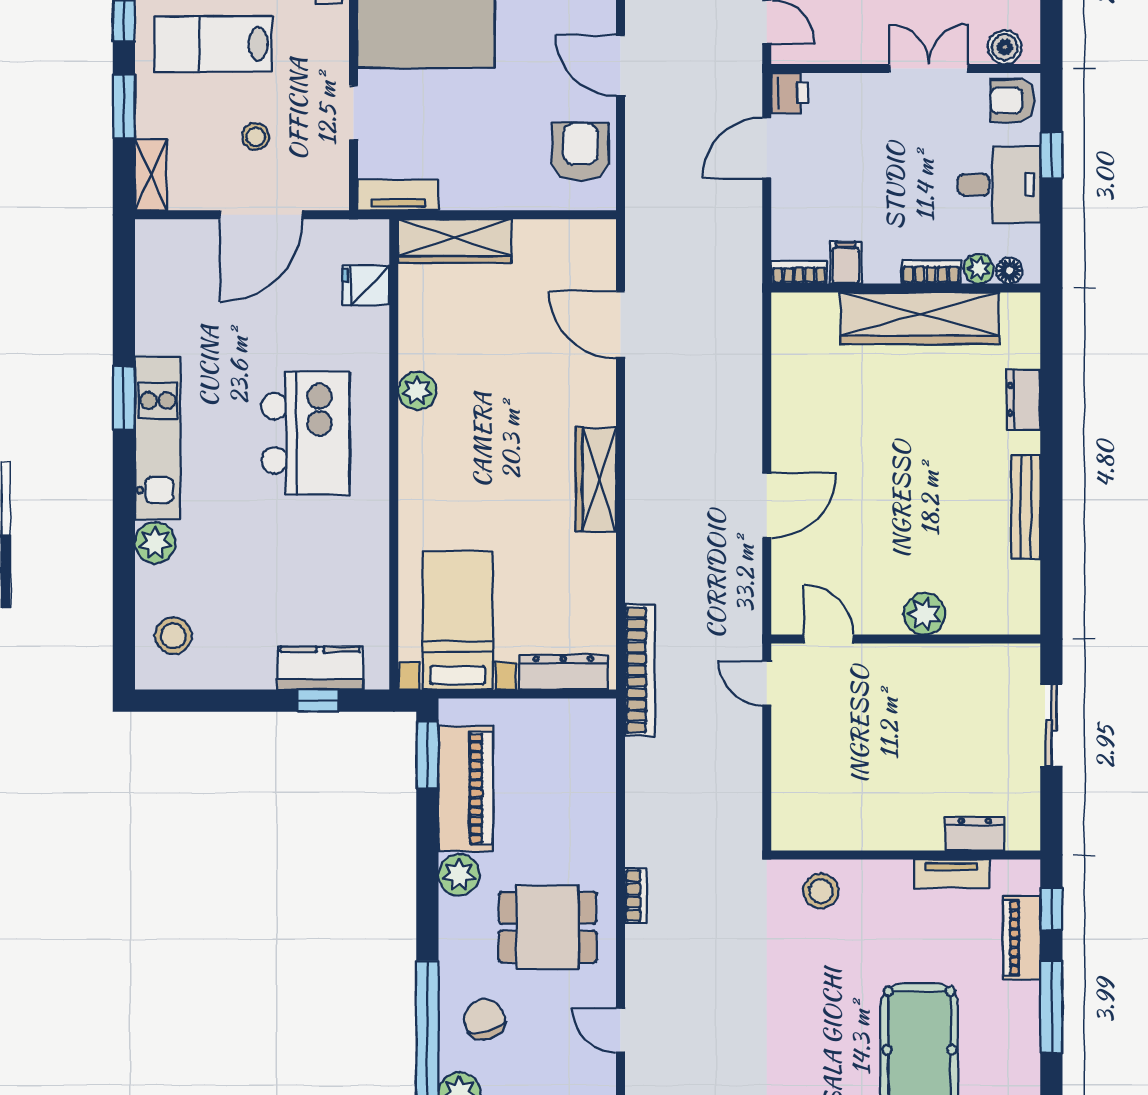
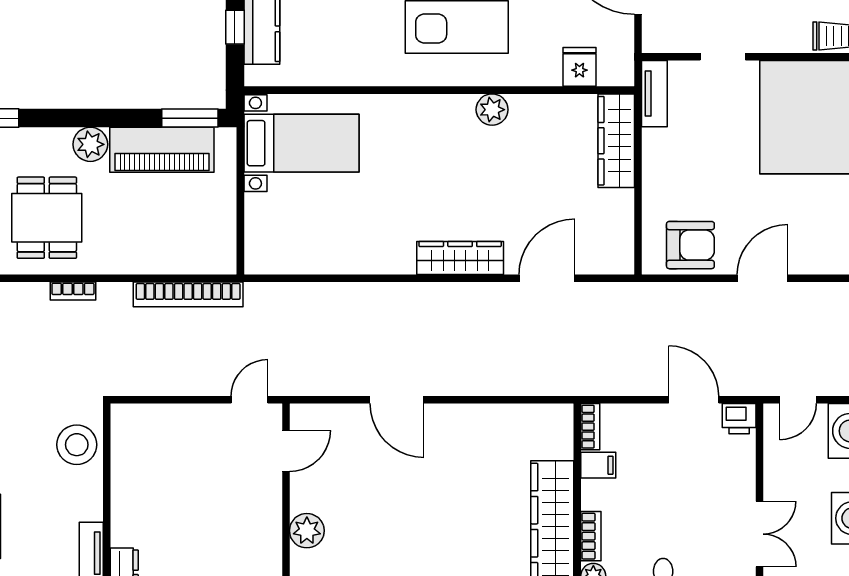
wardrobe: (596, 479) -> (460, 258), moved
bookcase: (640, 670) -> (188, 294), moved
dresser: (563, 672) -> (258, 231), removed
stool: (821, 891) -> (77, 445), width x1.38, depth x1.38

